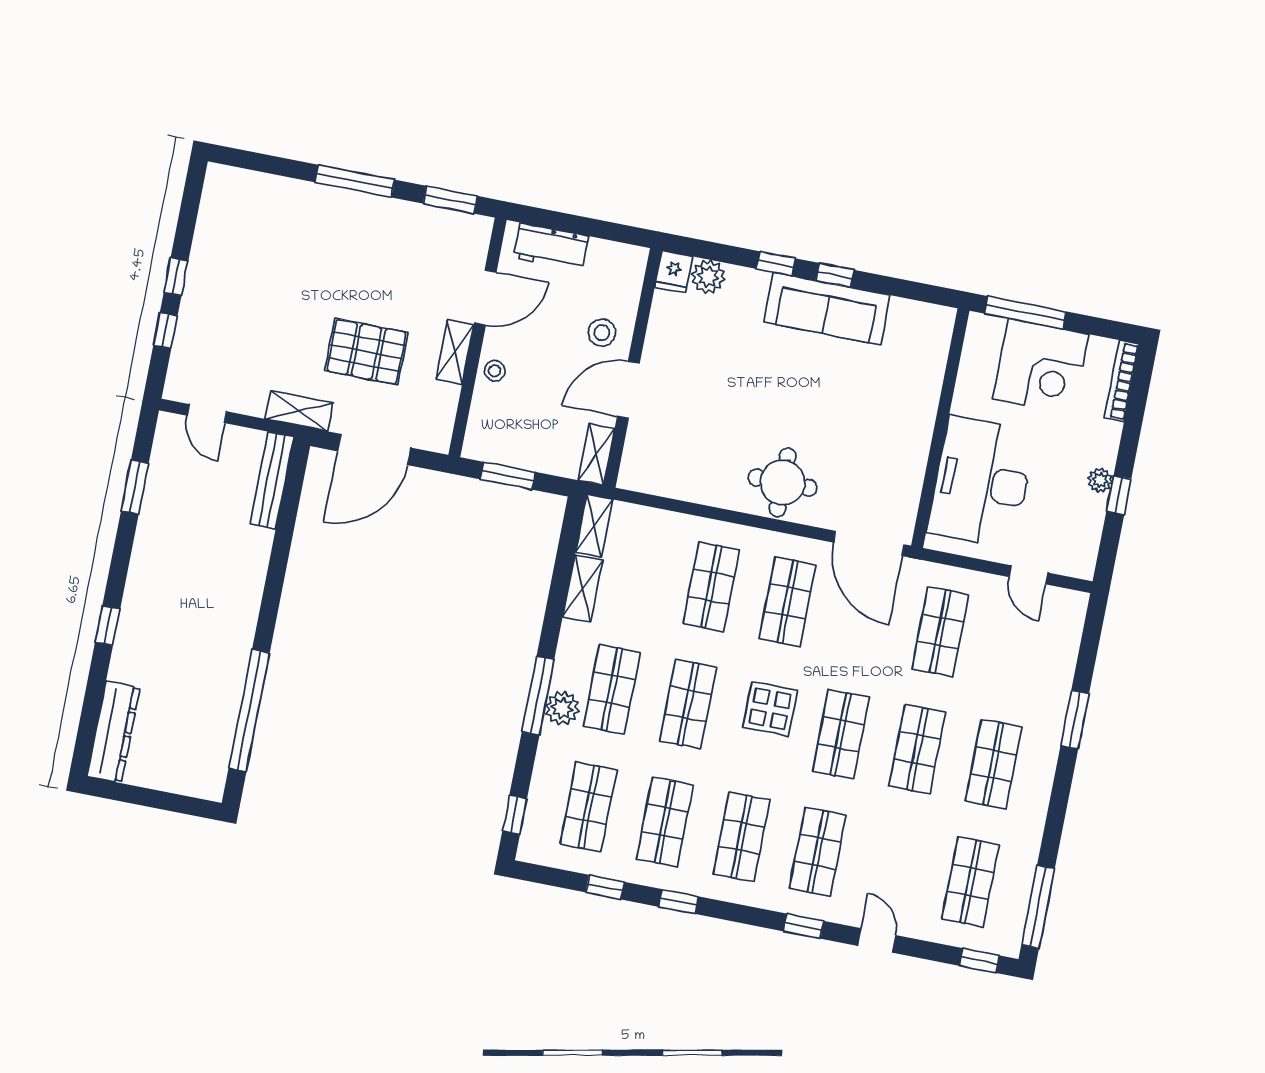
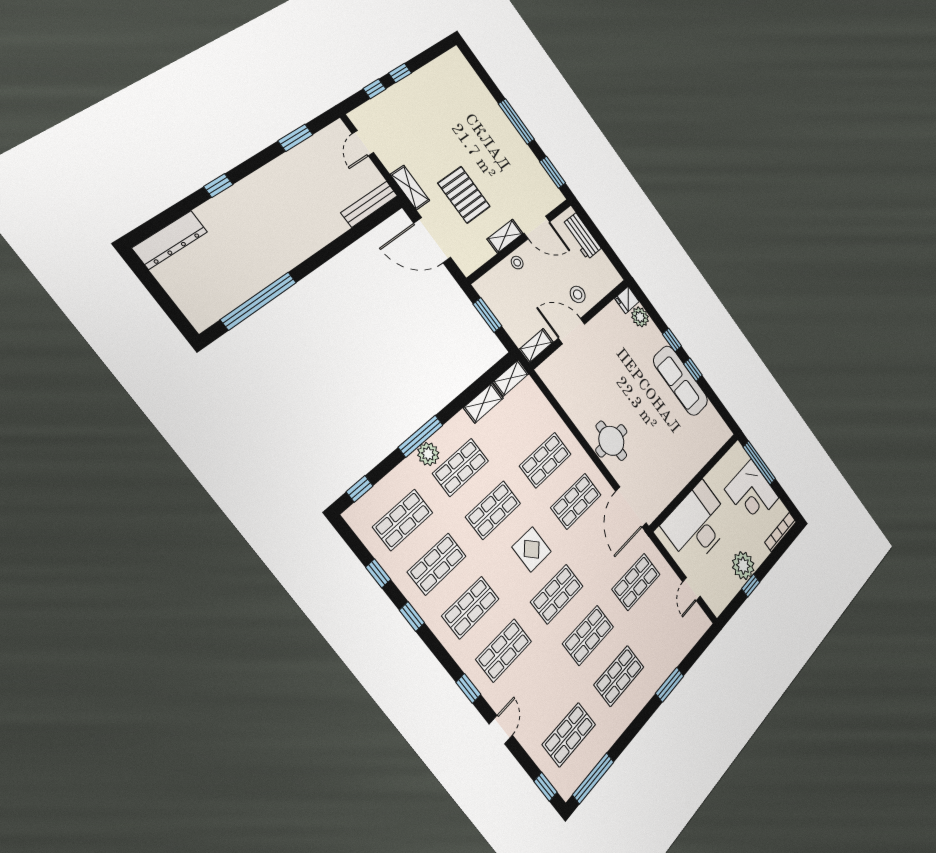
plant: (1100, 480) -> (743, 566), width x1.87, depth x1.87

